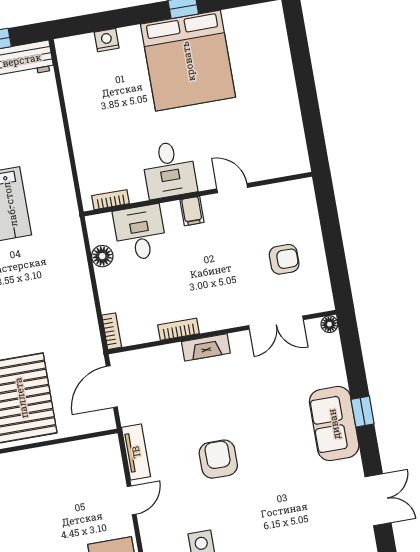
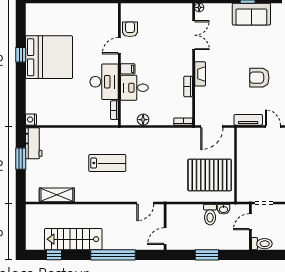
nightstand: (107, 40) -> (31, 120), moved
desk: (169, 170) -> (104, 82), width x1.37
desk: (140, 233) -> (134, 88), moved
armchair: (284, 259) -> (130, 29), moved
door: (112, 387) -> (212, 126), hinge flipped

